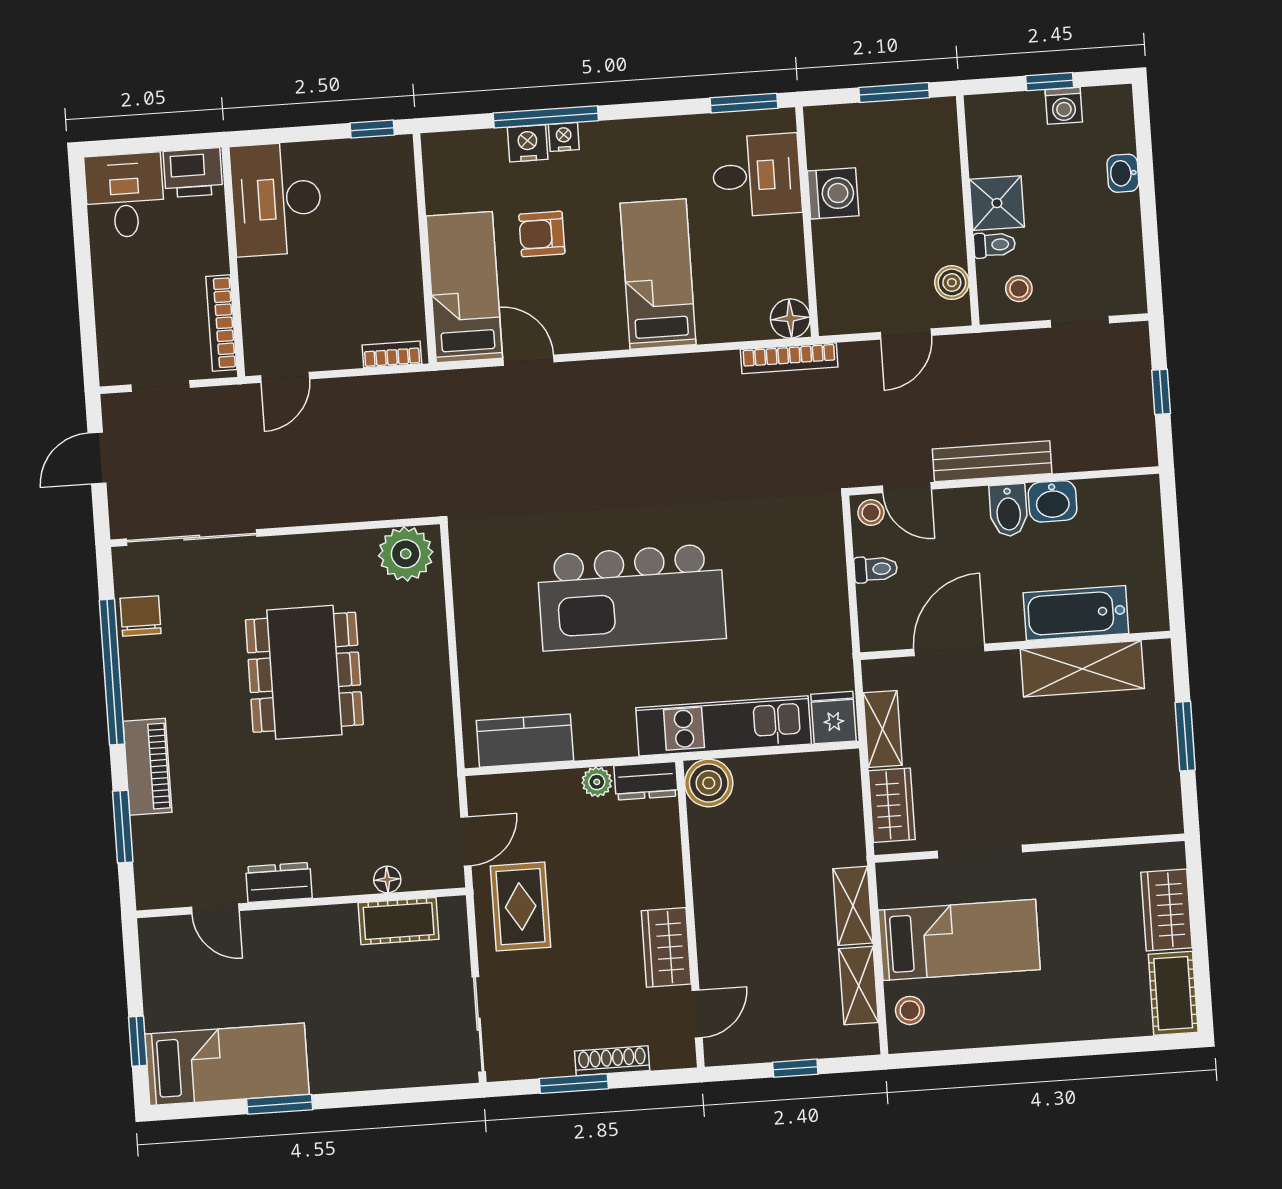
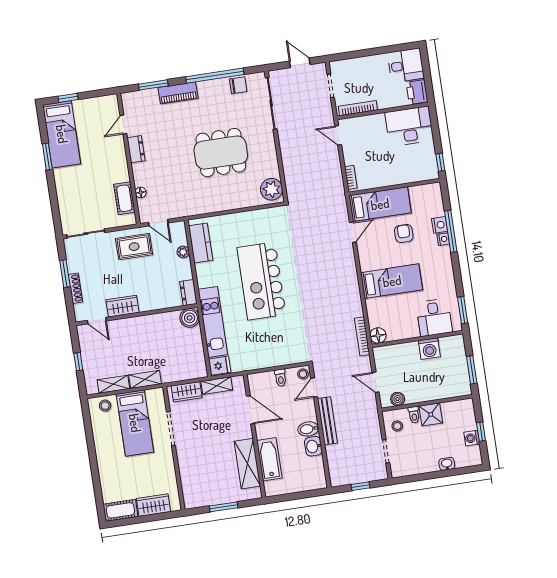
plant: (597, 782) -> (183, 252), moved

